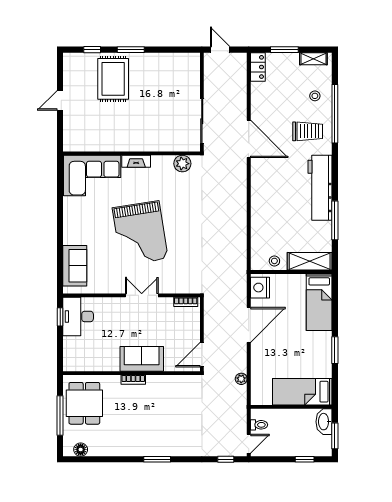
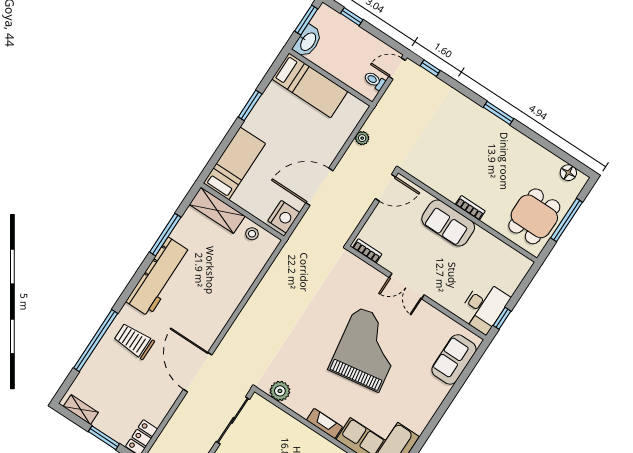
stool: (315, 96) -> (104, 372), removed

